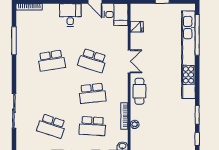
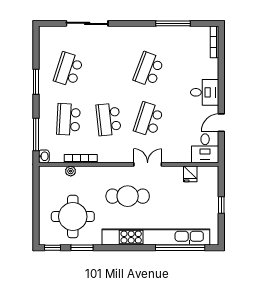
school desk: (52, 61) -> (149, 69), turned 30
double door: (129, 61) -> (148, 164), swing flipped
cafe table: (139, 91) -> (128, 196), moved, width x1.37, depth x1.35
round table: (172, 122) -> (73, 217), added

